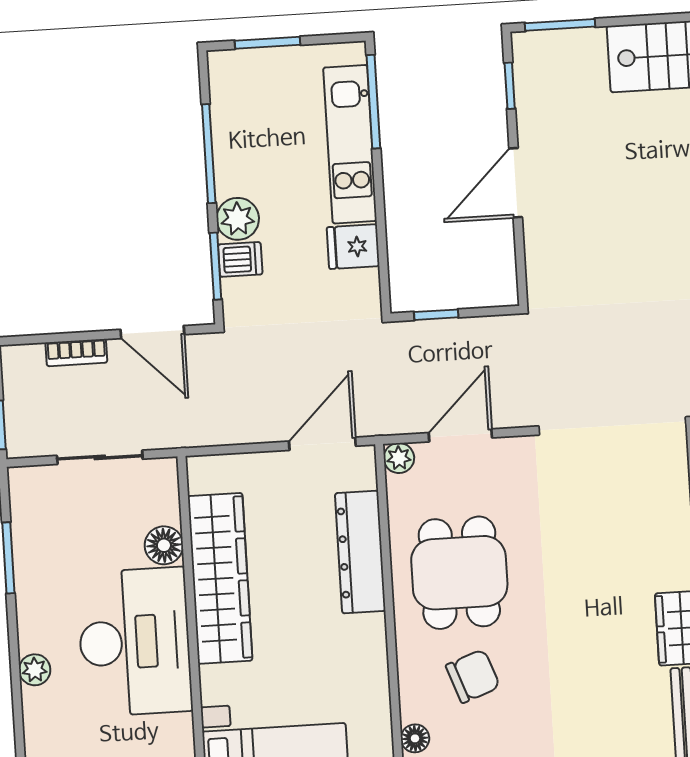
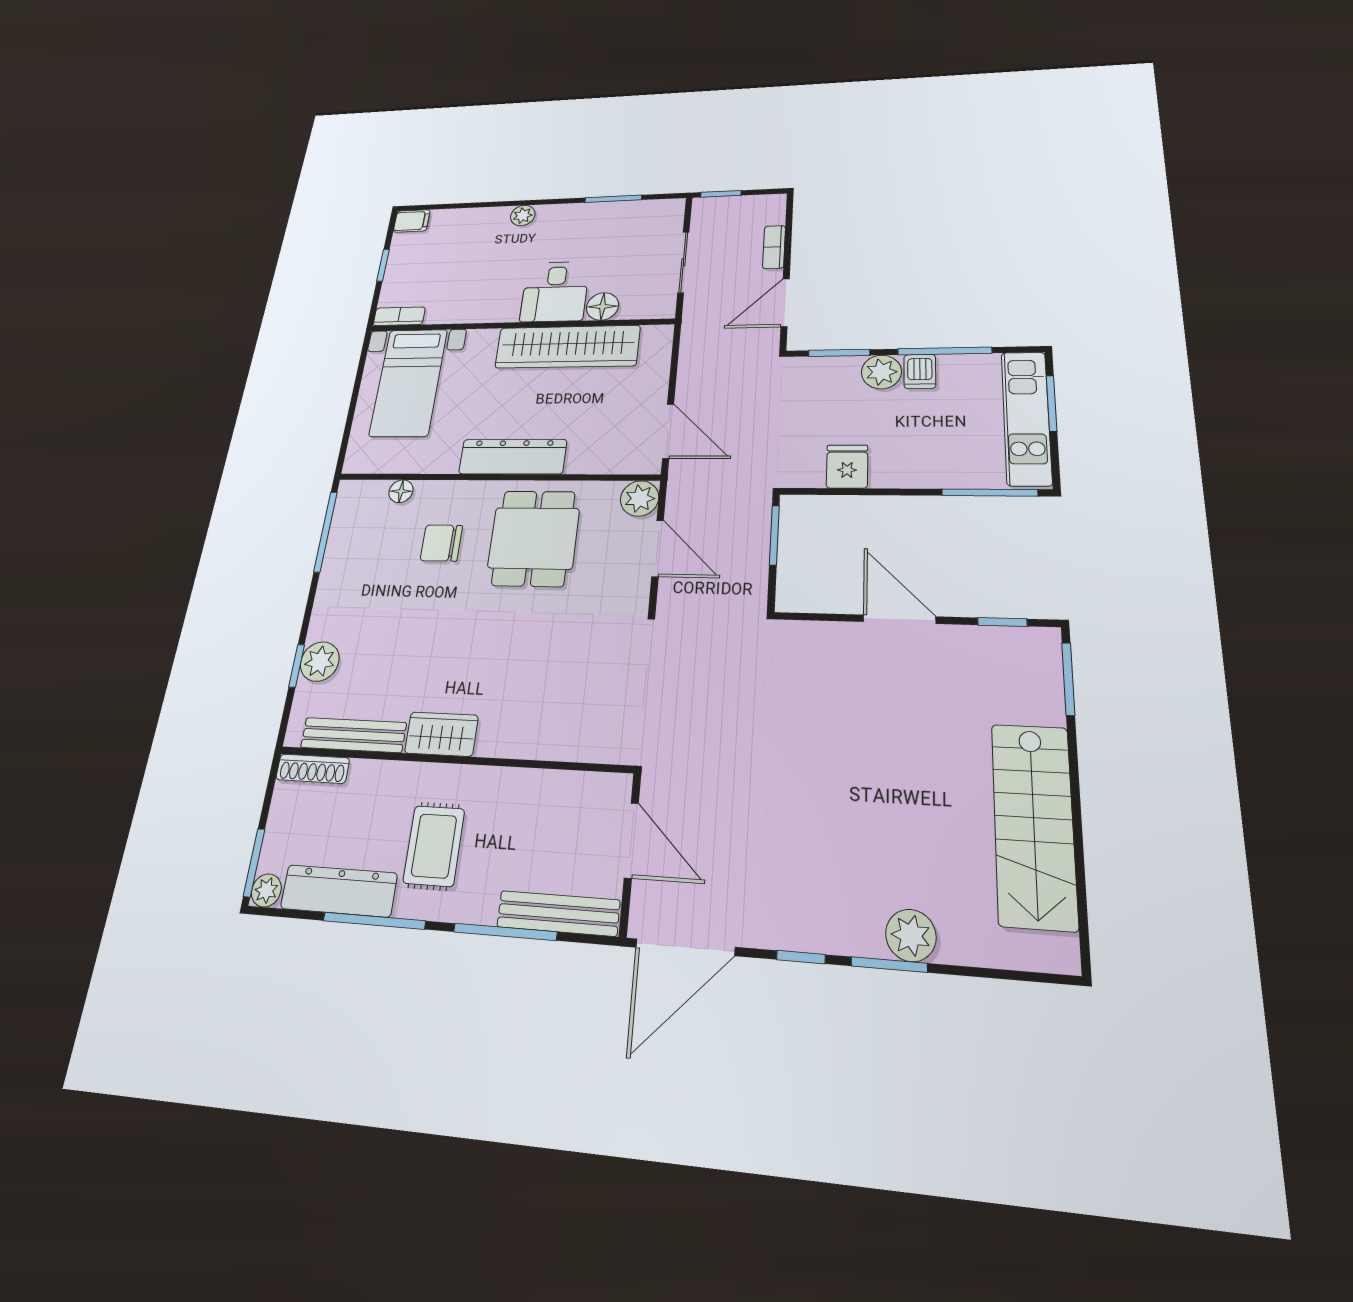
kitchen unit: (350, 144) -> (1026, 418), moved, turned -90
dishwasher: (240, 259) -> (920, 371), moved
window: (436, 315) -> (774, 535), width x1.50
plant: (399, 458) -> (640, 498), width x1.38, depth x1.38
dresser: (360, 552) -> (513, 457), moved
dining table: (459, 573) -> (534, 538), turned 90
desk: (135, 642) -> (555, 292), width x0.53, depth x0.77
chair: (473, 676) -> (441, 543), turned 110

